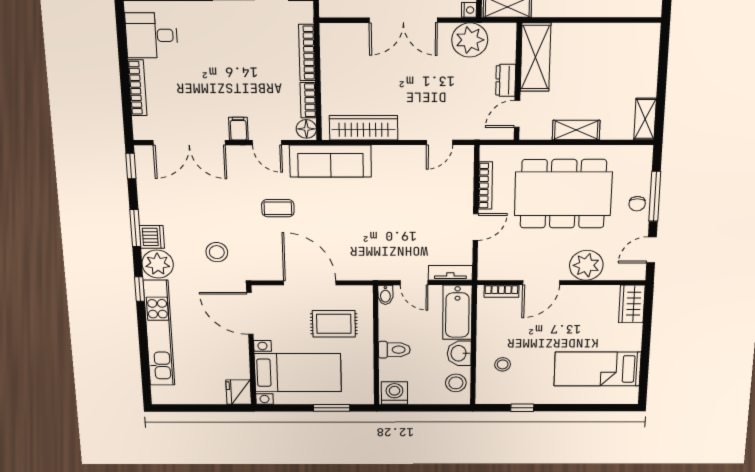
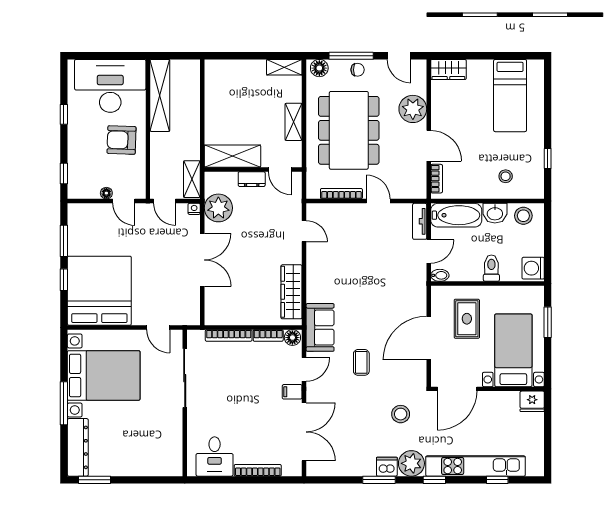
floor lamp: (642, 160) -> (319, 68), added
sofa: (330, 161) -> (320, 327), width x0.73
window: (131, 166) -> (497, 480), moved

